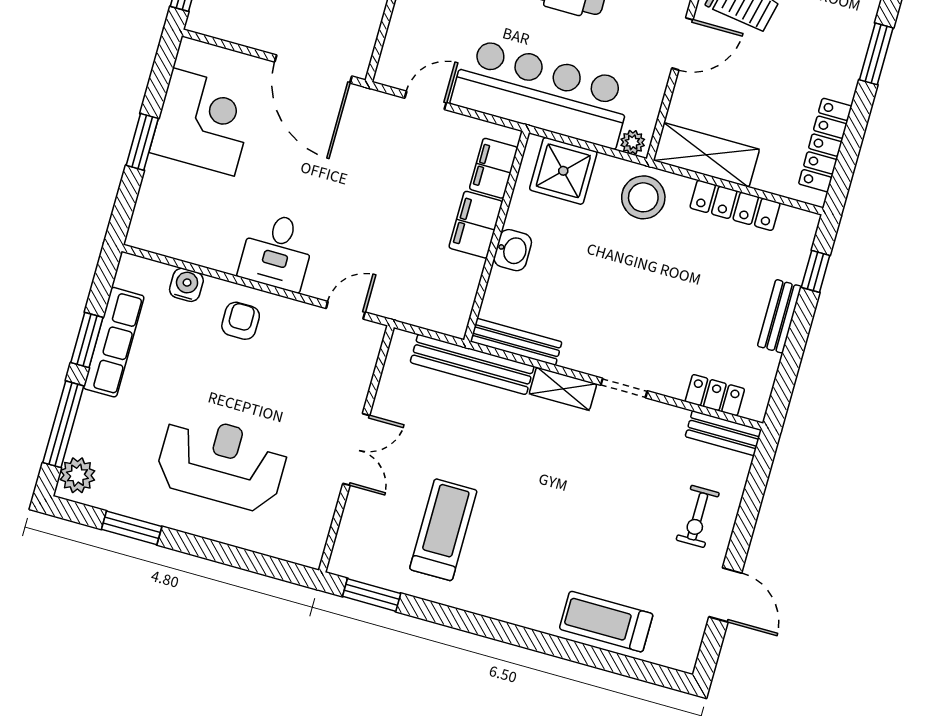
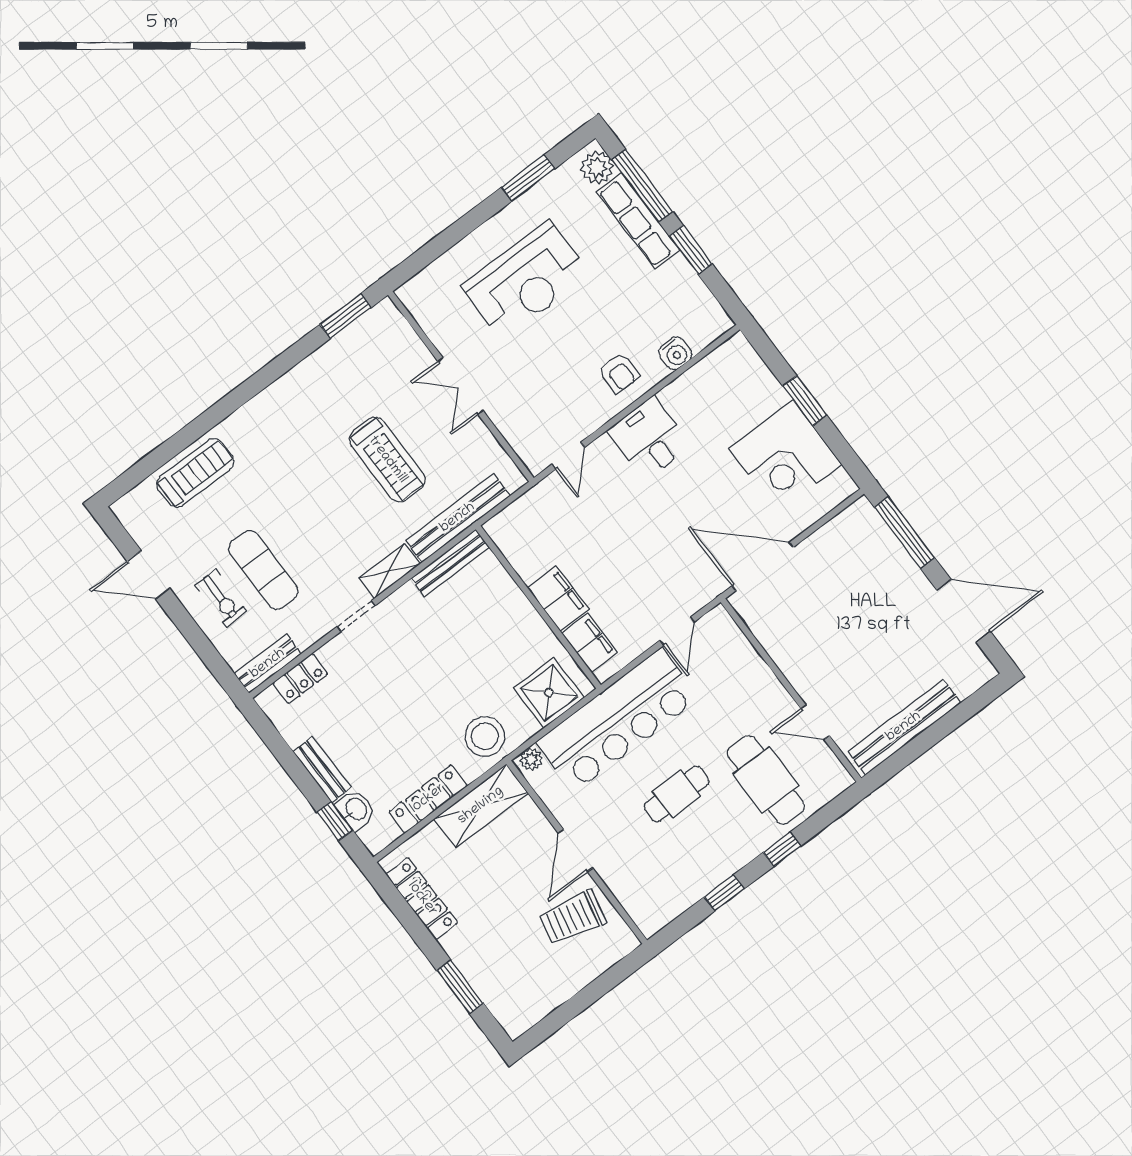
washbasin: (513, 250) -> (356, 810), moved, turned 180
row of seats: (114, 342) -> (638, 221), moved
exercise mat: (645, 499) -> (263, 570), added
exercise bike: (698, 516) -> (221, 598), turned 180
treadmill: (443, 530) -> (387, 460), moved

